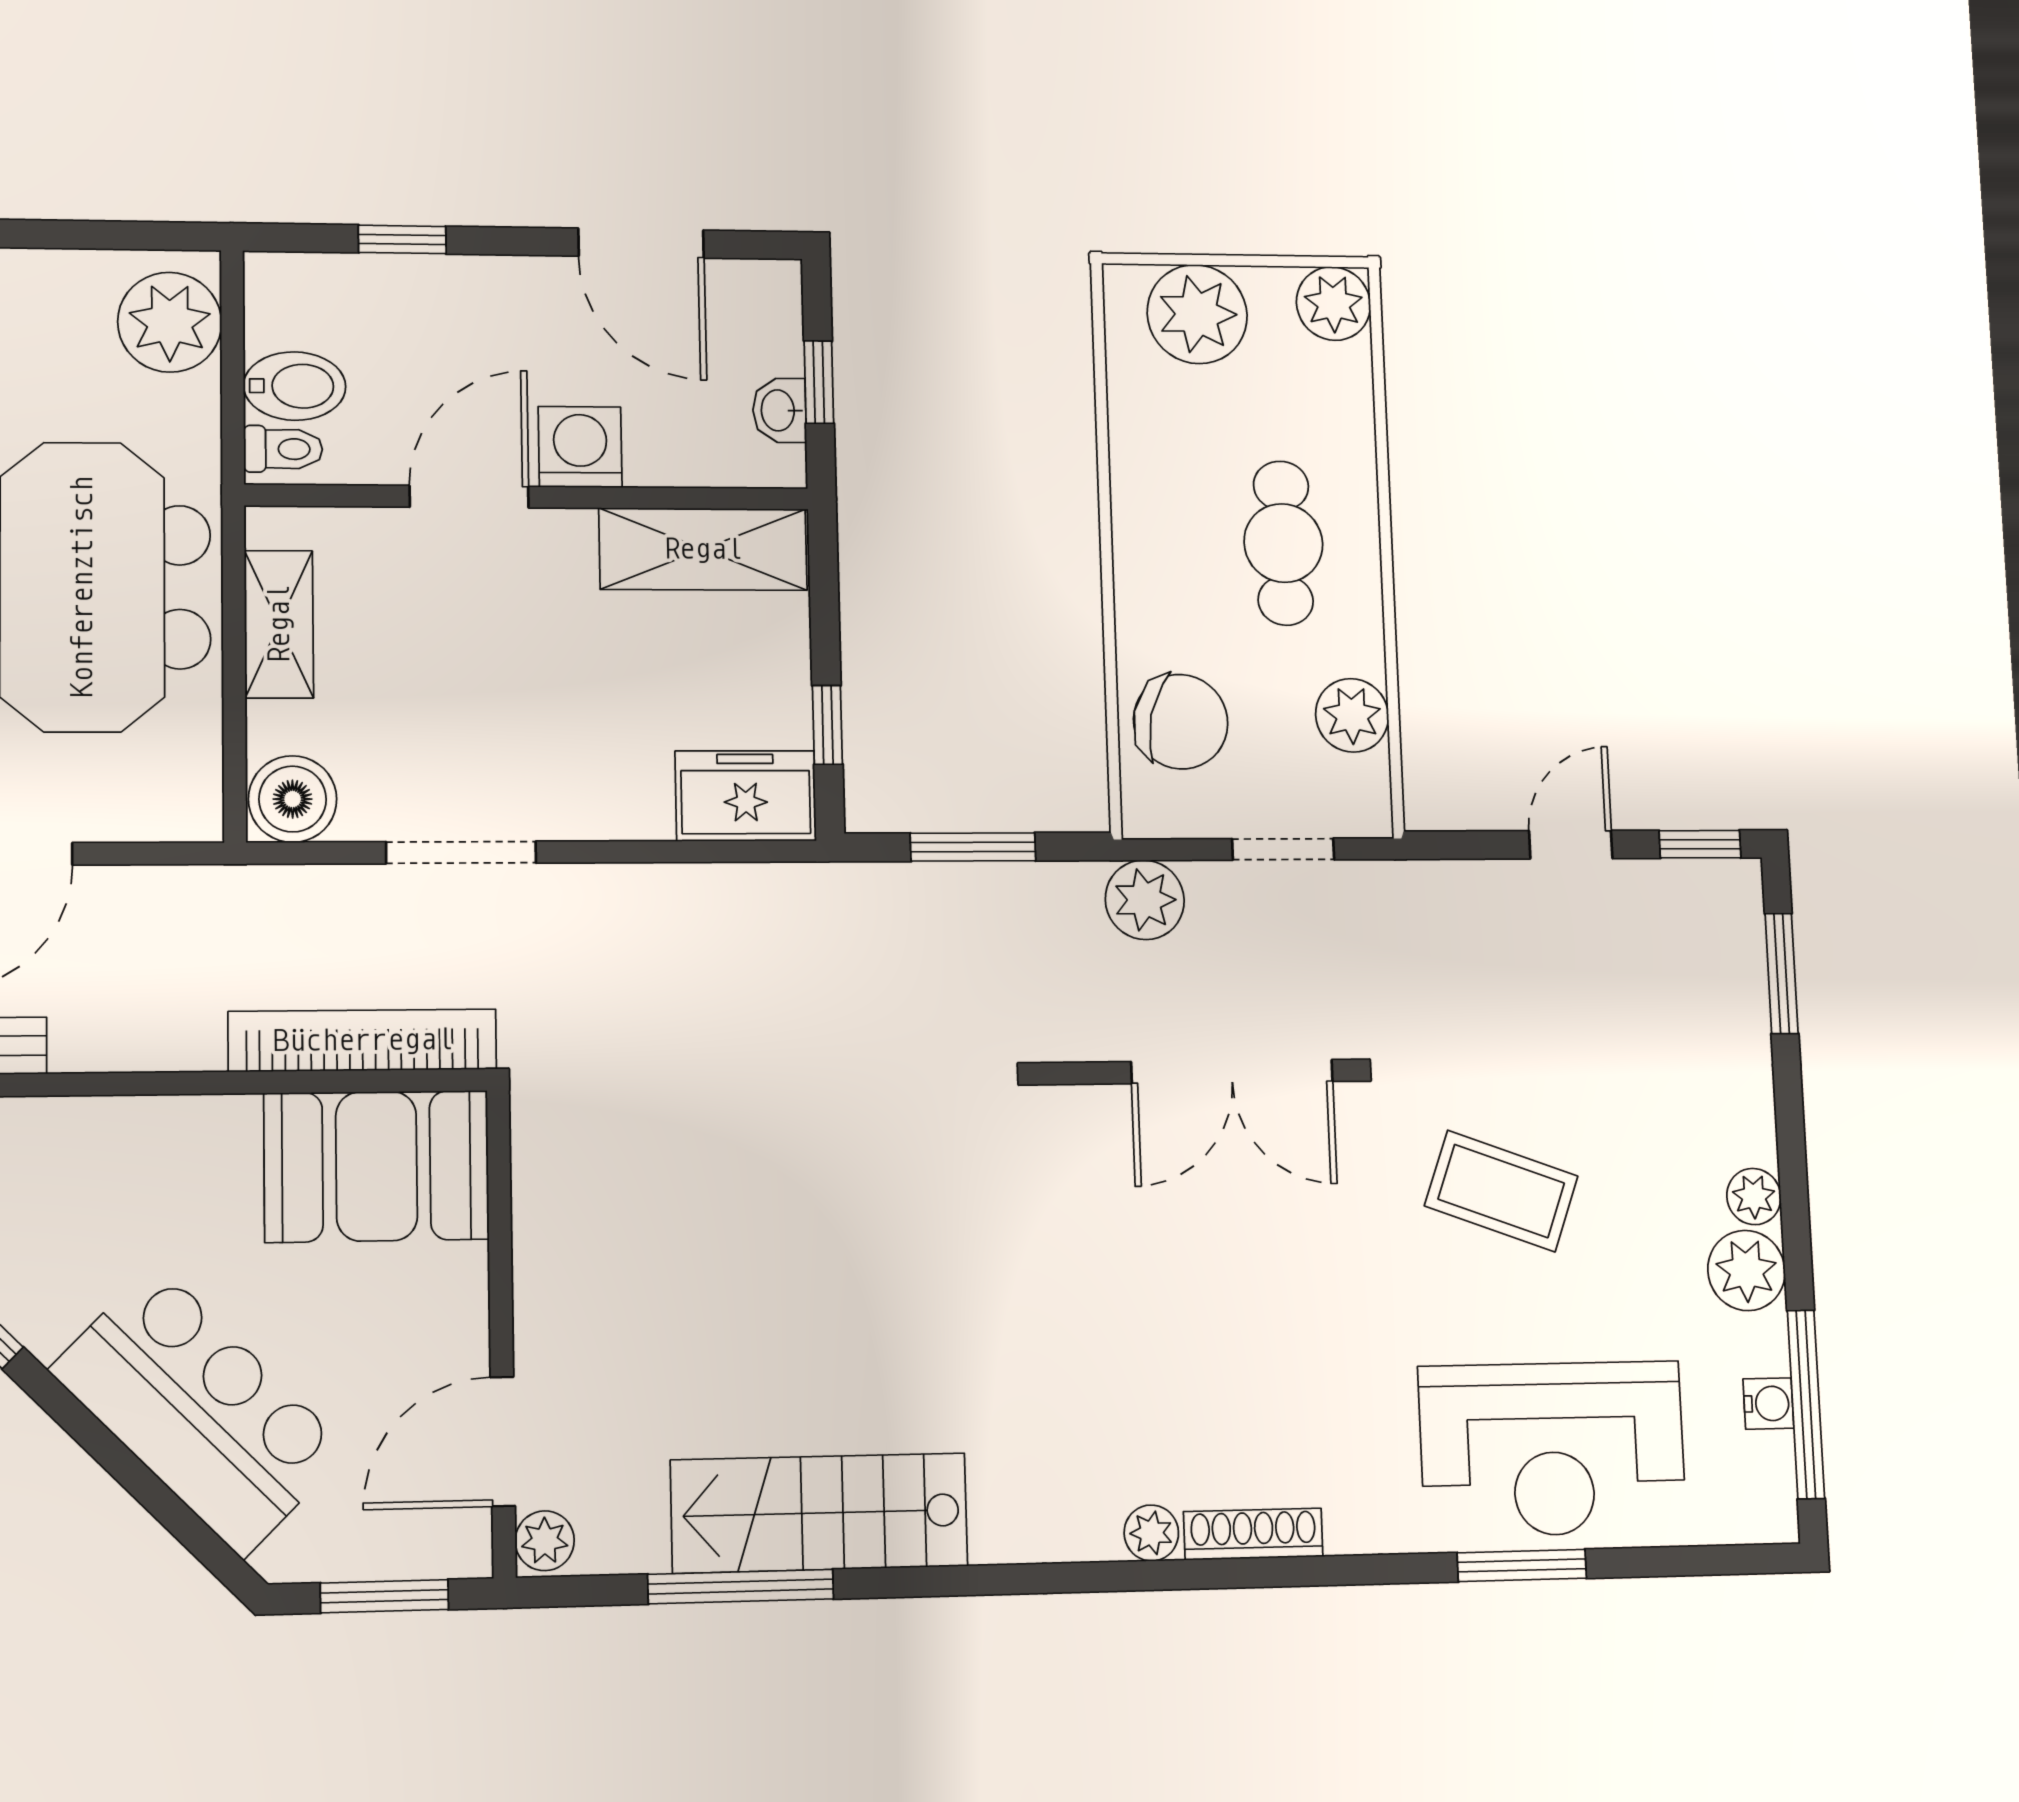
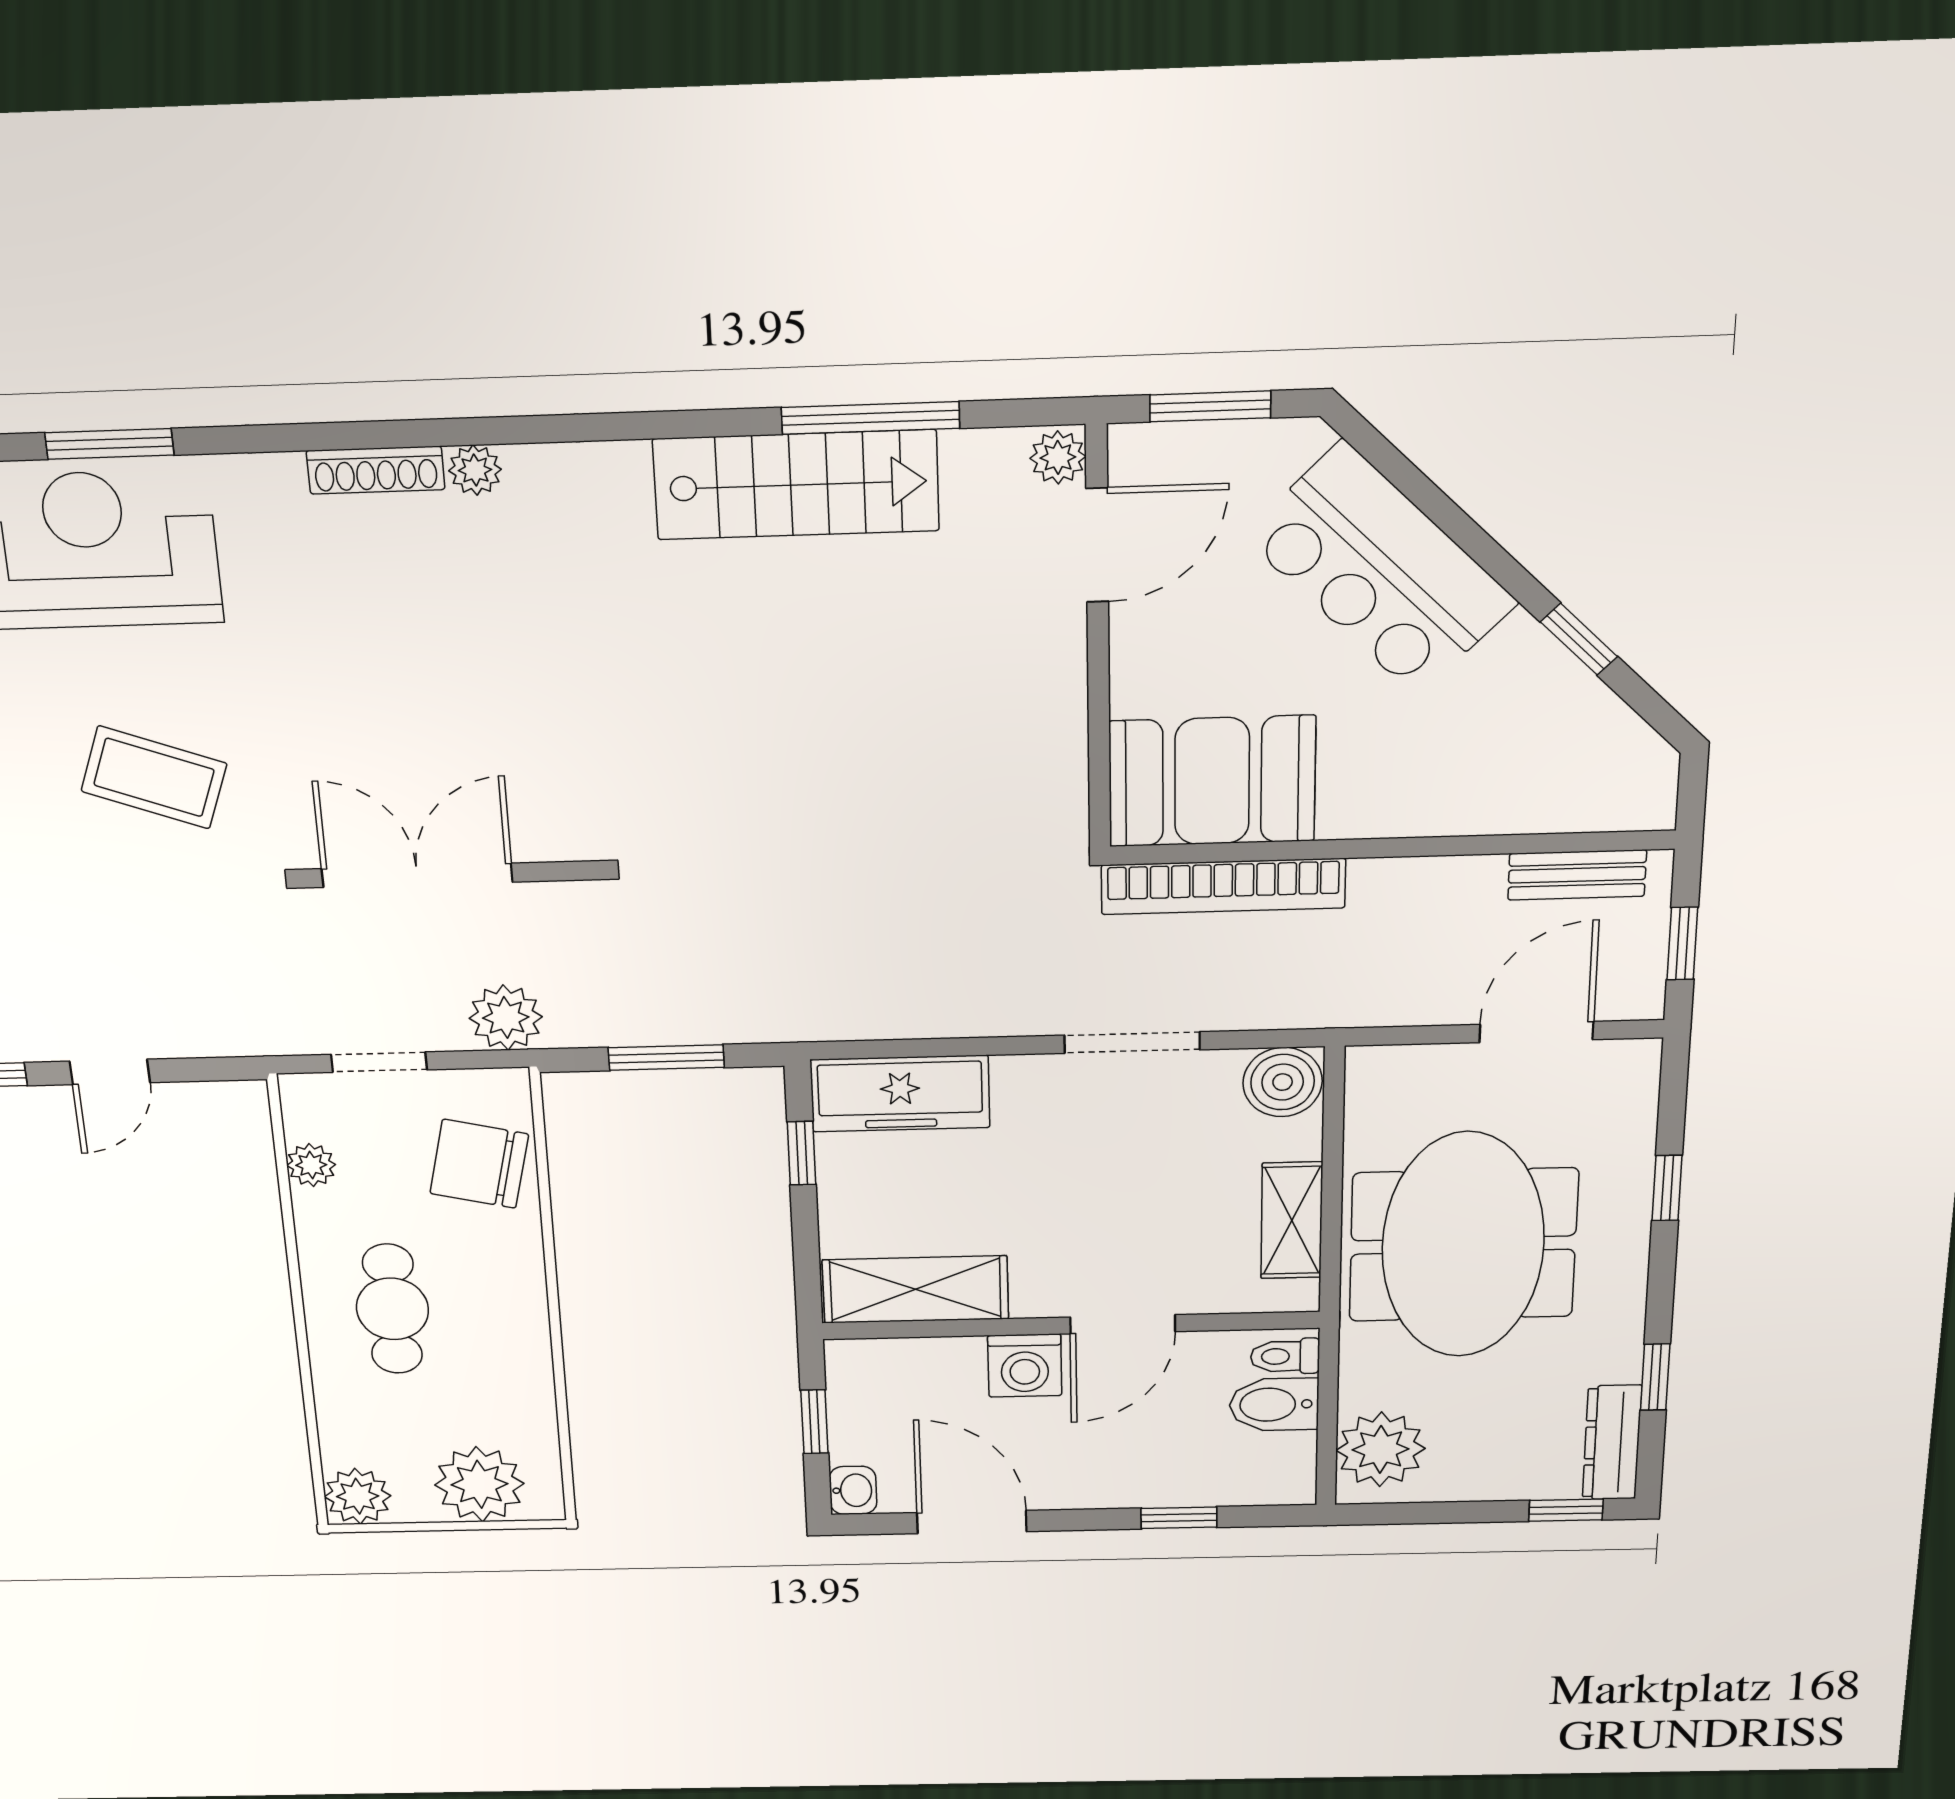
washbasin: (779, 410) -> (853, 1490), moved
plant: (1352, 715) -> (311, 1165), width x0.73, depth x0.73
freezer: (746, 796) -> (900, 1094), width x1.40

